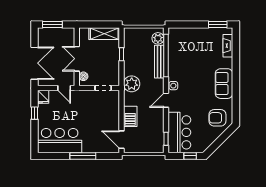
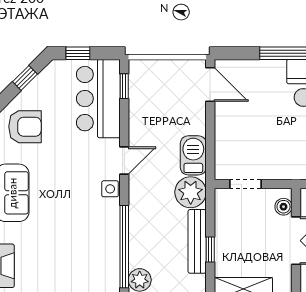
bench: (159, 62) -> (197, 241), moved
barbecue: (130, 116) -> (193, 155), moved
window: (217, 143) -> (25, 78), added

